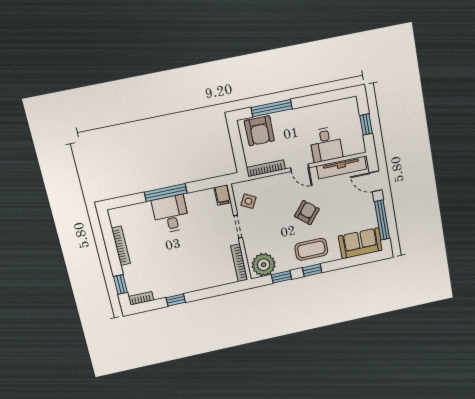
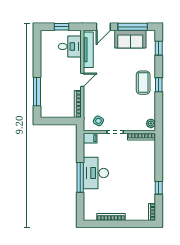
armchair: (259, 131) -> (51, 103), removed
desk: (326, 144) -> (70, 46), moved
armchair: (307, 213) -> (115, 81), removed
desk: (171, 214) -> (96, 173), width x1.37
sofa: (361, 243) -> (130, 39), moved, turned -90
plant: (264, 265) -> (151, 123), width x0.53, depth x0.53
window: (281, 277) -> (159, 48), moved
window: (120, 284) -> (139, 224), removed

